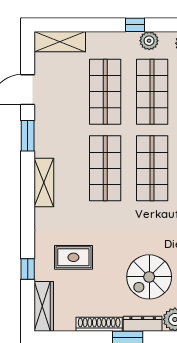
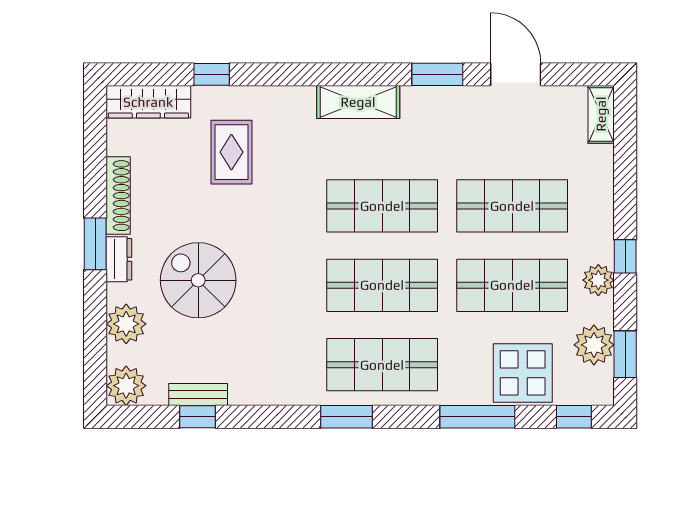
shelving: (60, 42) -> (601, 114), width x0.67, depth x0.75
dresser: (143, 324) -> (119, 259), width x0.70

